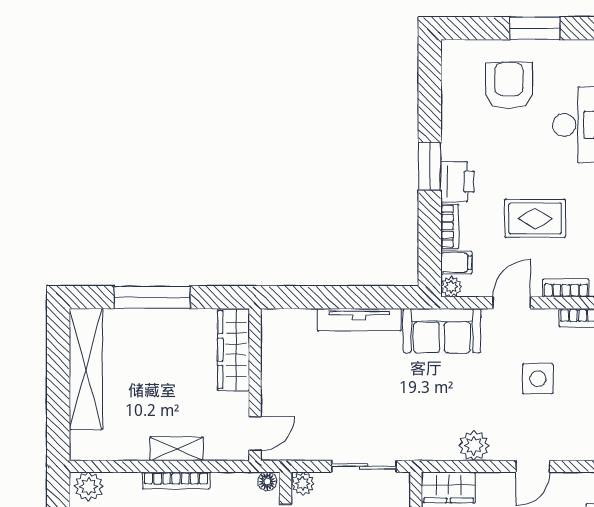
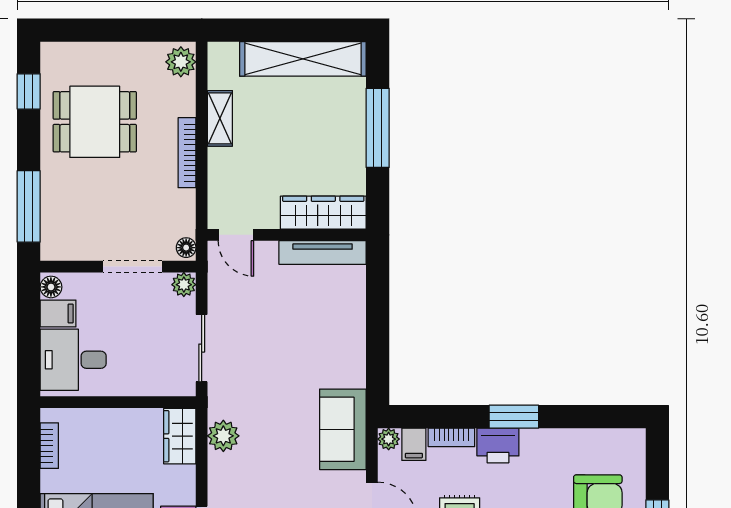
tv unit: (359, 320) -> (323, 252), moved, turned -90
plant: (474, 446) -> (223, 436), moved
shelving: (176, 449) -> (220, 118), moved

